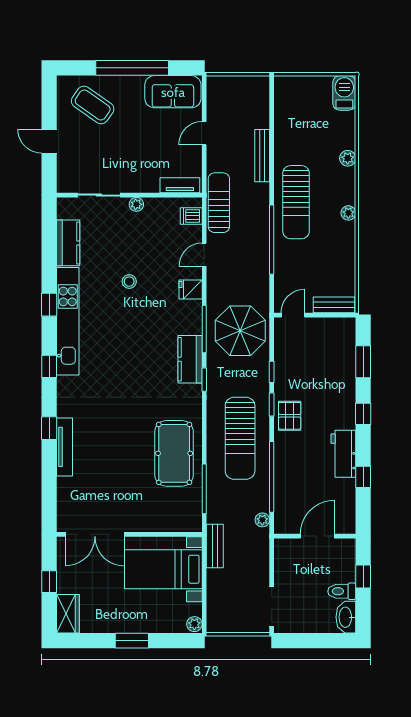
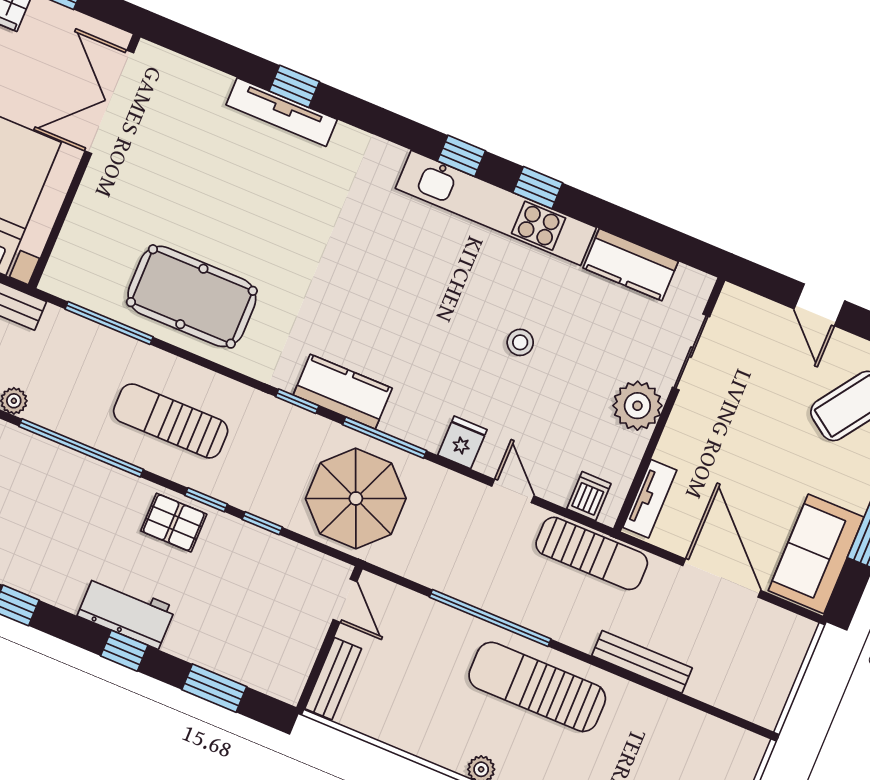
door: (204, 133) -> (722, 578), width x1.87
door: (49, 141) -> (819, 305), swing flipped
plant: (136, 204) -> (637, 406), width x1.88, depth x1.88
window: (49, 366) -> (461, 156), moved
window: (49, 428) -> (294, 86), moved
sun lounger: (240, 438) -> (171, 421), width x0.73, depth x0.75
workbench: (343, 454) -> (126, 612), moved

